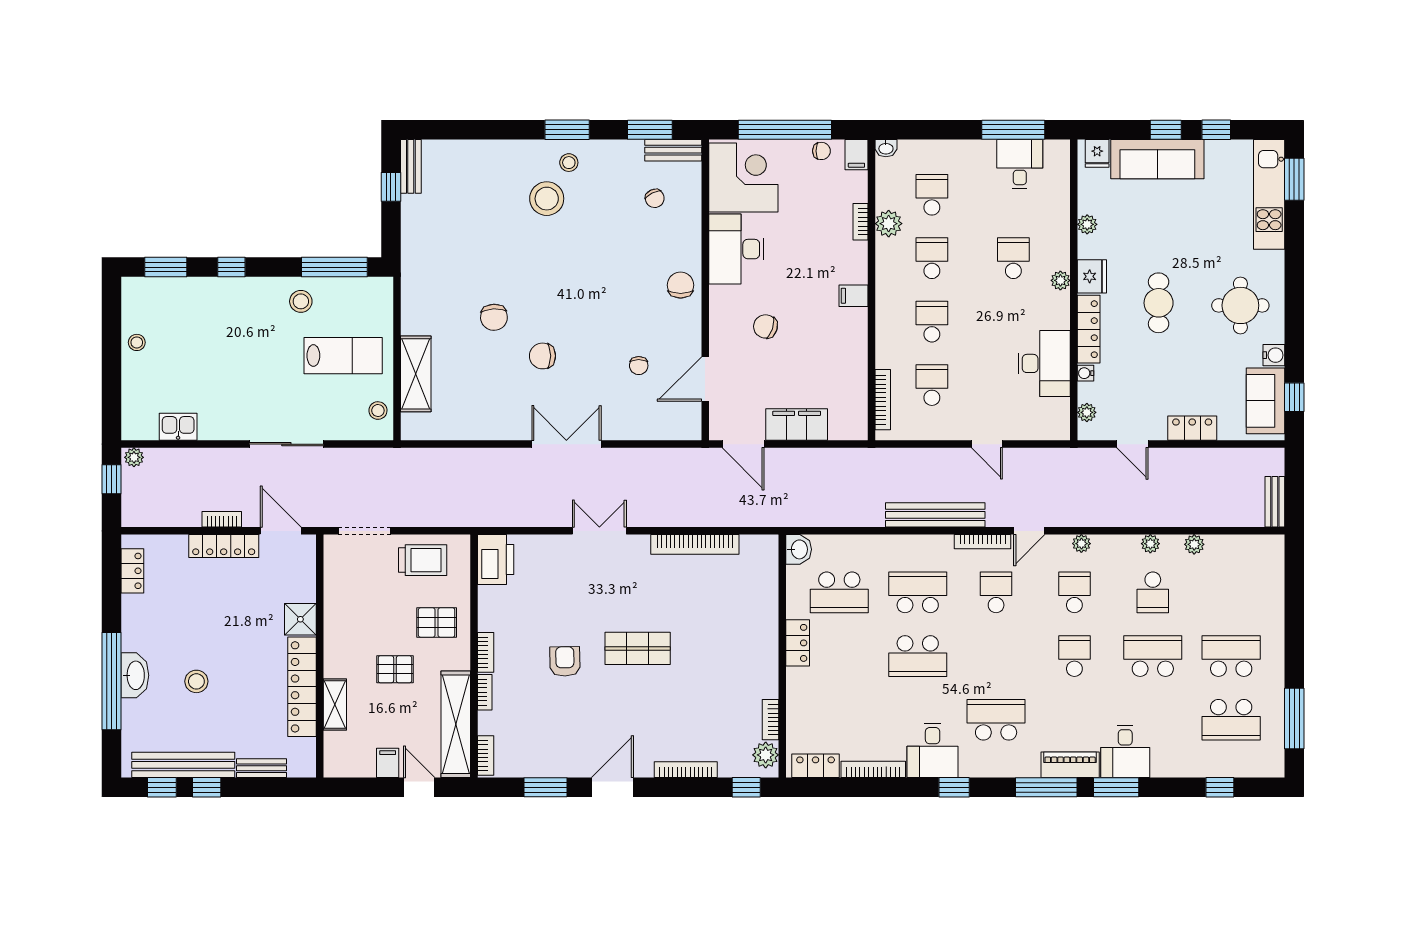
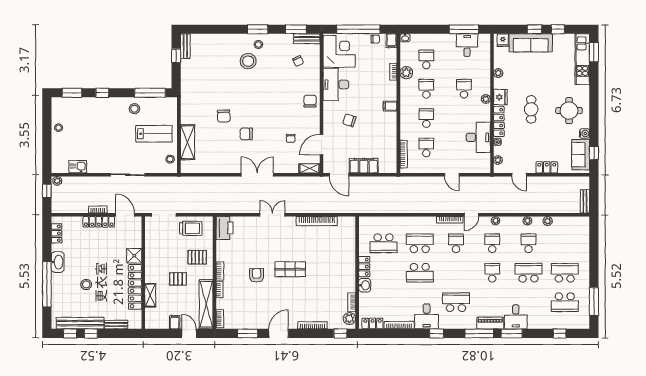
shelving: (679, 430) -> (309, 168), added
bench: (935, 515) -> (428, 207), removed
washbasin: (799, 549) -> (365, 285), moved
school desk: (1153, 592) -> (529, 243), turned 180
washbasin: (135, 675) -> (58, 262), moved

